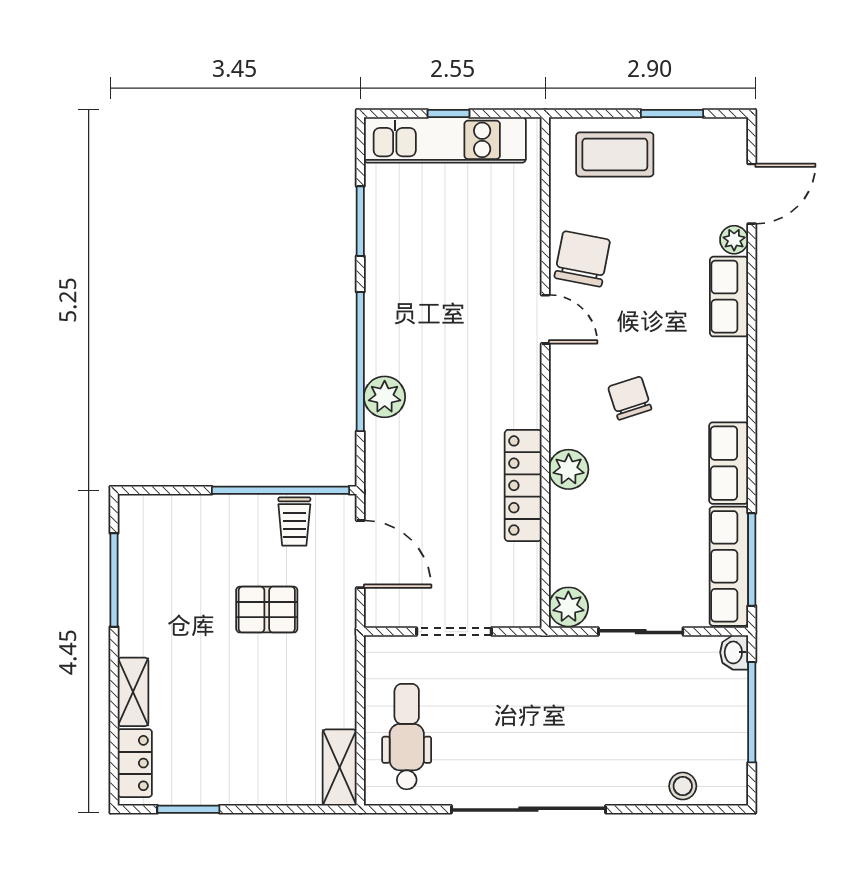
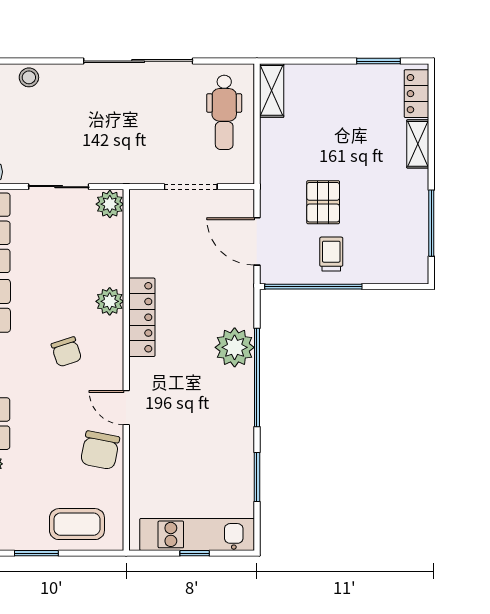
plant: (385, 397) -> (235, 347), width x1.36, depth x1.36
locker: (523, 485) -> (142, 317), moved
trolley: (294, 522) -> (331, 254), moved
pallet: (267, 610) -> (323, 202), turned 90

